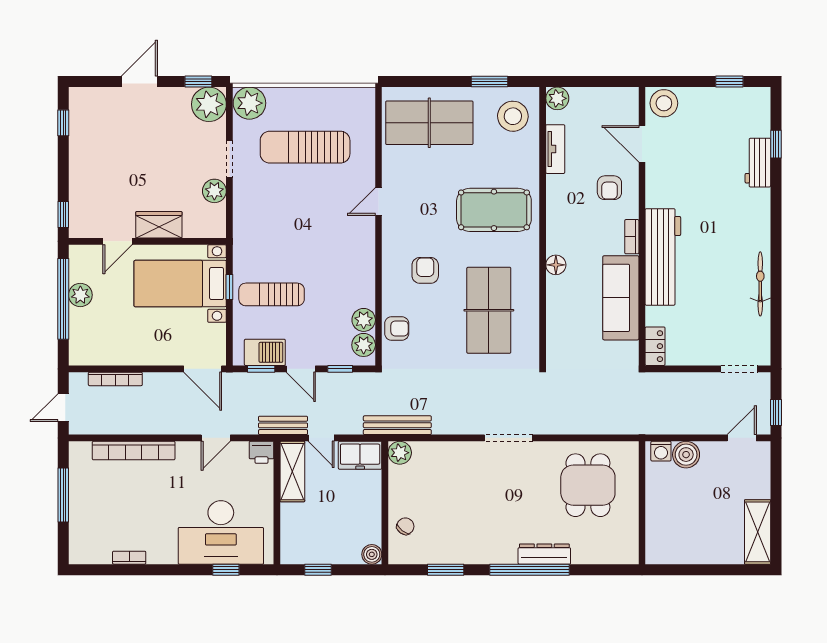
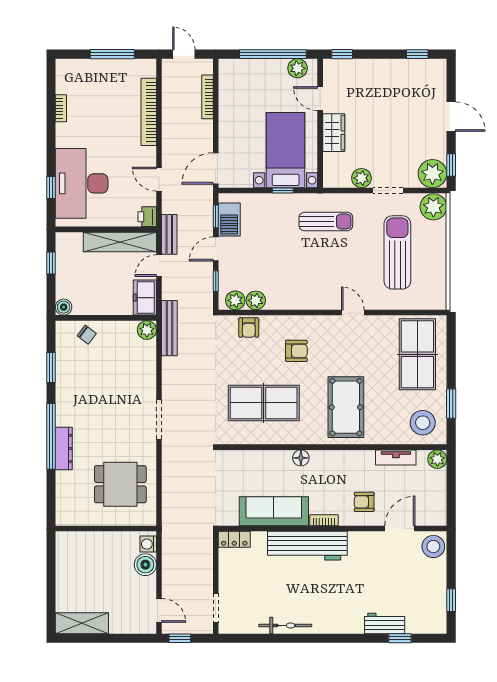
sun lounger: (272, 294) -> (326, 221), moved, turned 90
plant: (80, 295) -> (298, 68), moved
shelving: (292, 472) -> (120, 242), width x1.47

